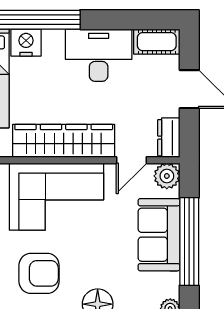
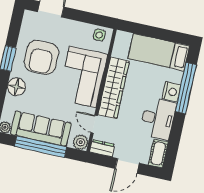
nightstand: (26, 43) -> (171, 92), moved
sofa: (159, 235) -> (41, 129), width x1.36
armchair: (39, 273) -> (41, 57), width x1.36, depth x1.36

